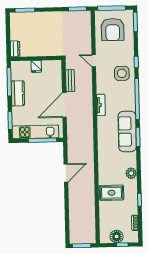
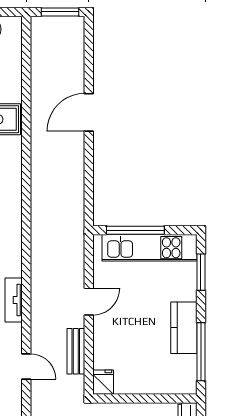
door: (94, 61) -> (26, 367), moved
fridge: (36, 66) -> (103, 382), moved
door: (64, 105) -> (89, 302), width x0.53
door: (66, 173) -> (89, 112), moved

